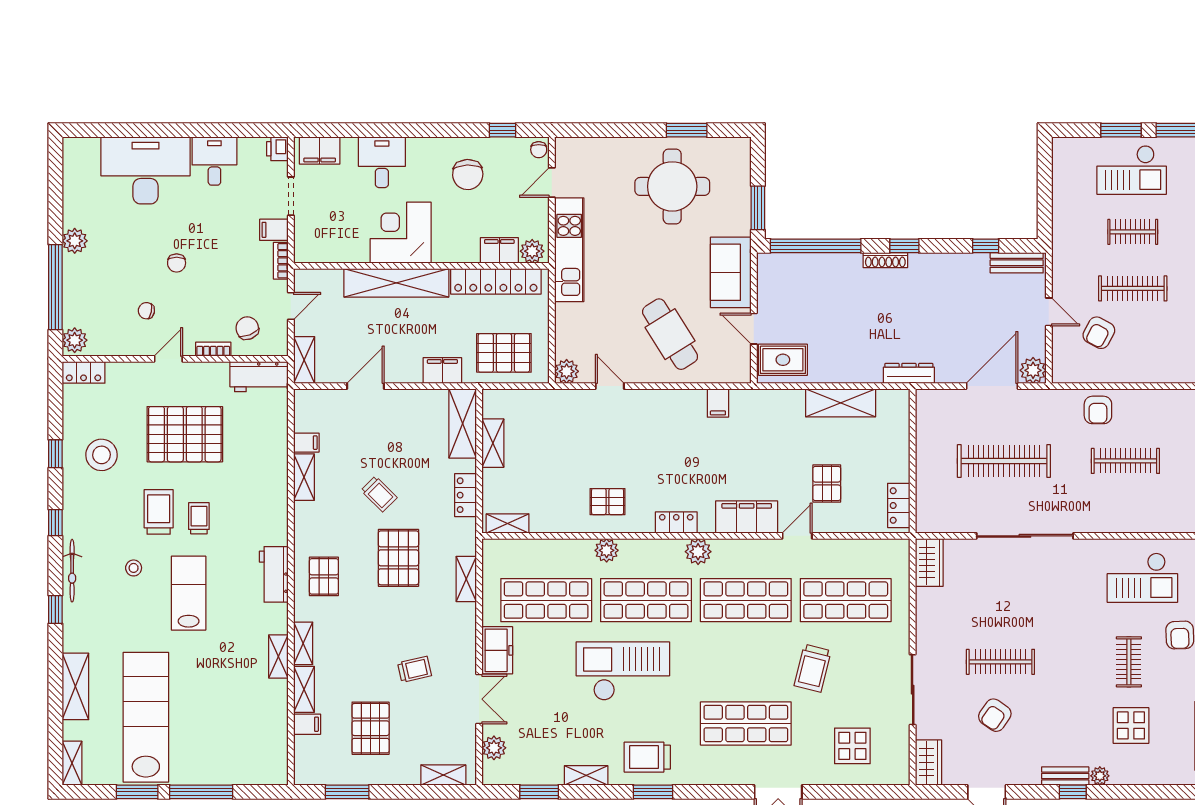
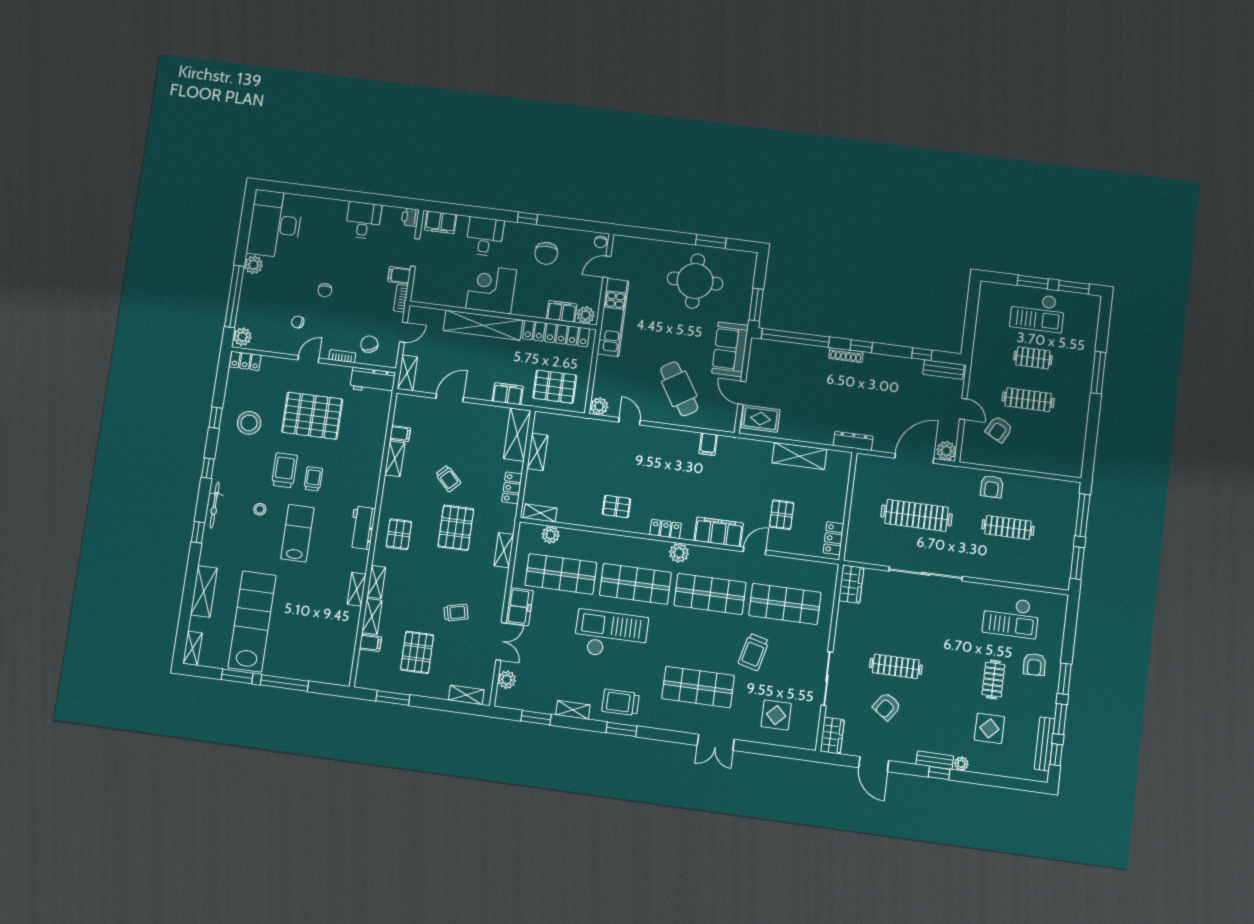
window: (502, 130) -> (527, 218), moved
desk: (146, 170) -> (275, 224), moved, turned -90
plant: (607, 550) -> (551, 535), moved

